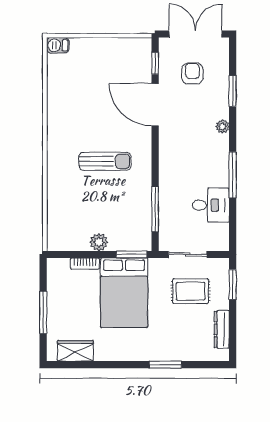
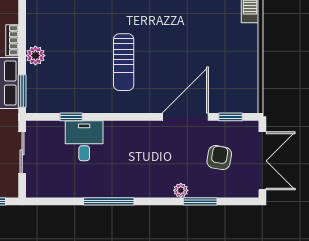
armchair: (192, 74) -> (219, 158), turned -80
plant: (222, 127) -> (181, 190), moved
desk: (211, 205) -> (84, 141), moved, turned 180
window: (155, 209) -> (71, 117), width x0.46

